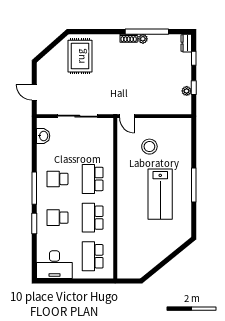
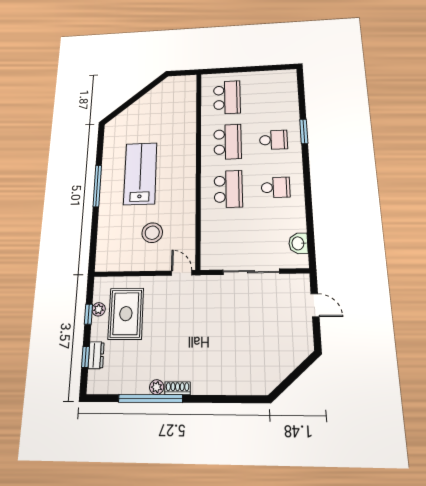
dresser: (186, 43) -> (96, 355), moved
rug: (80, 56) -> (126, 314), moved
window: (34, 188) -> (307, 175), removed
desk: (54, 265) -> (275, 86), removed

